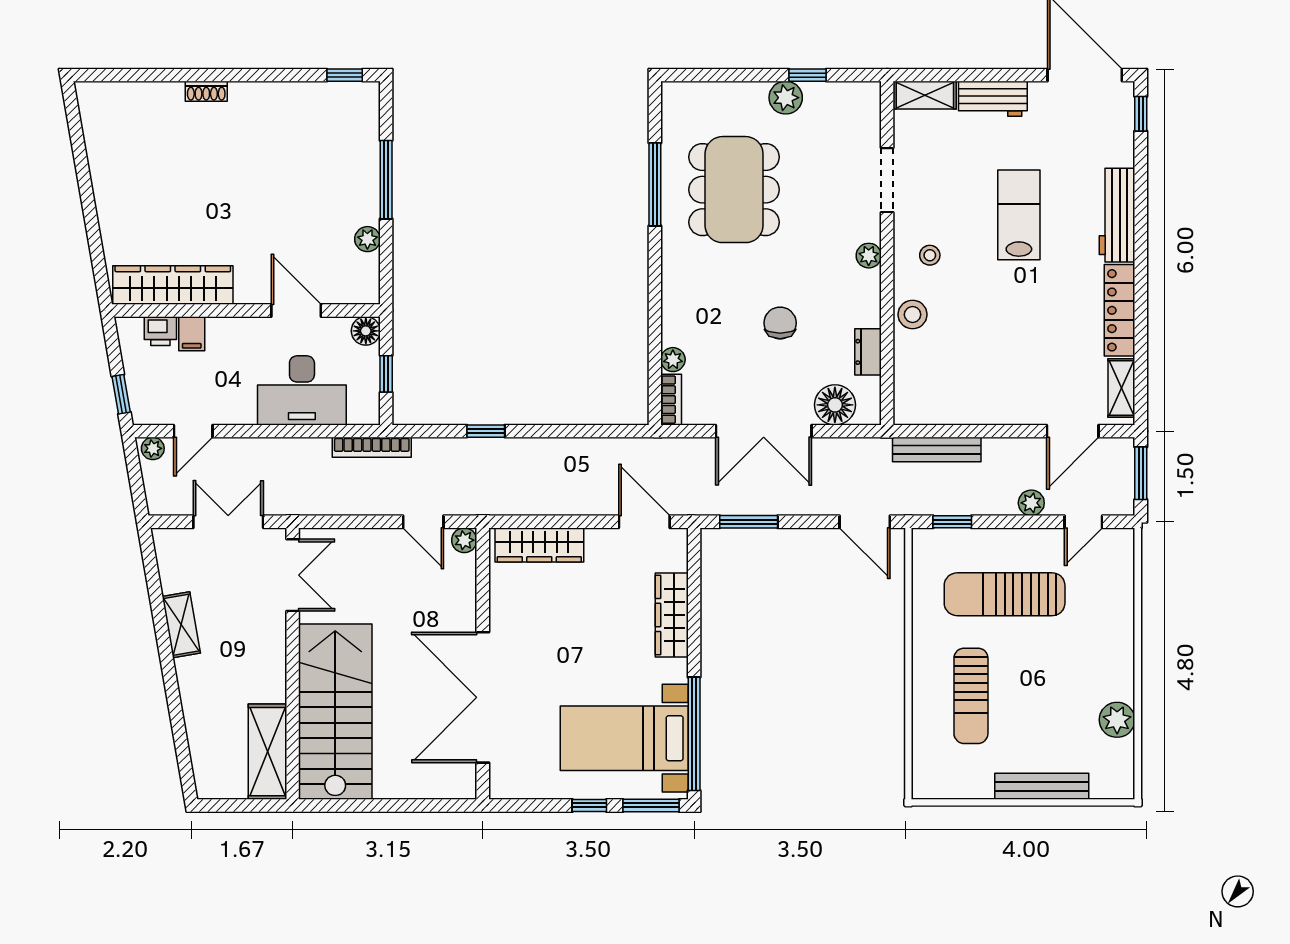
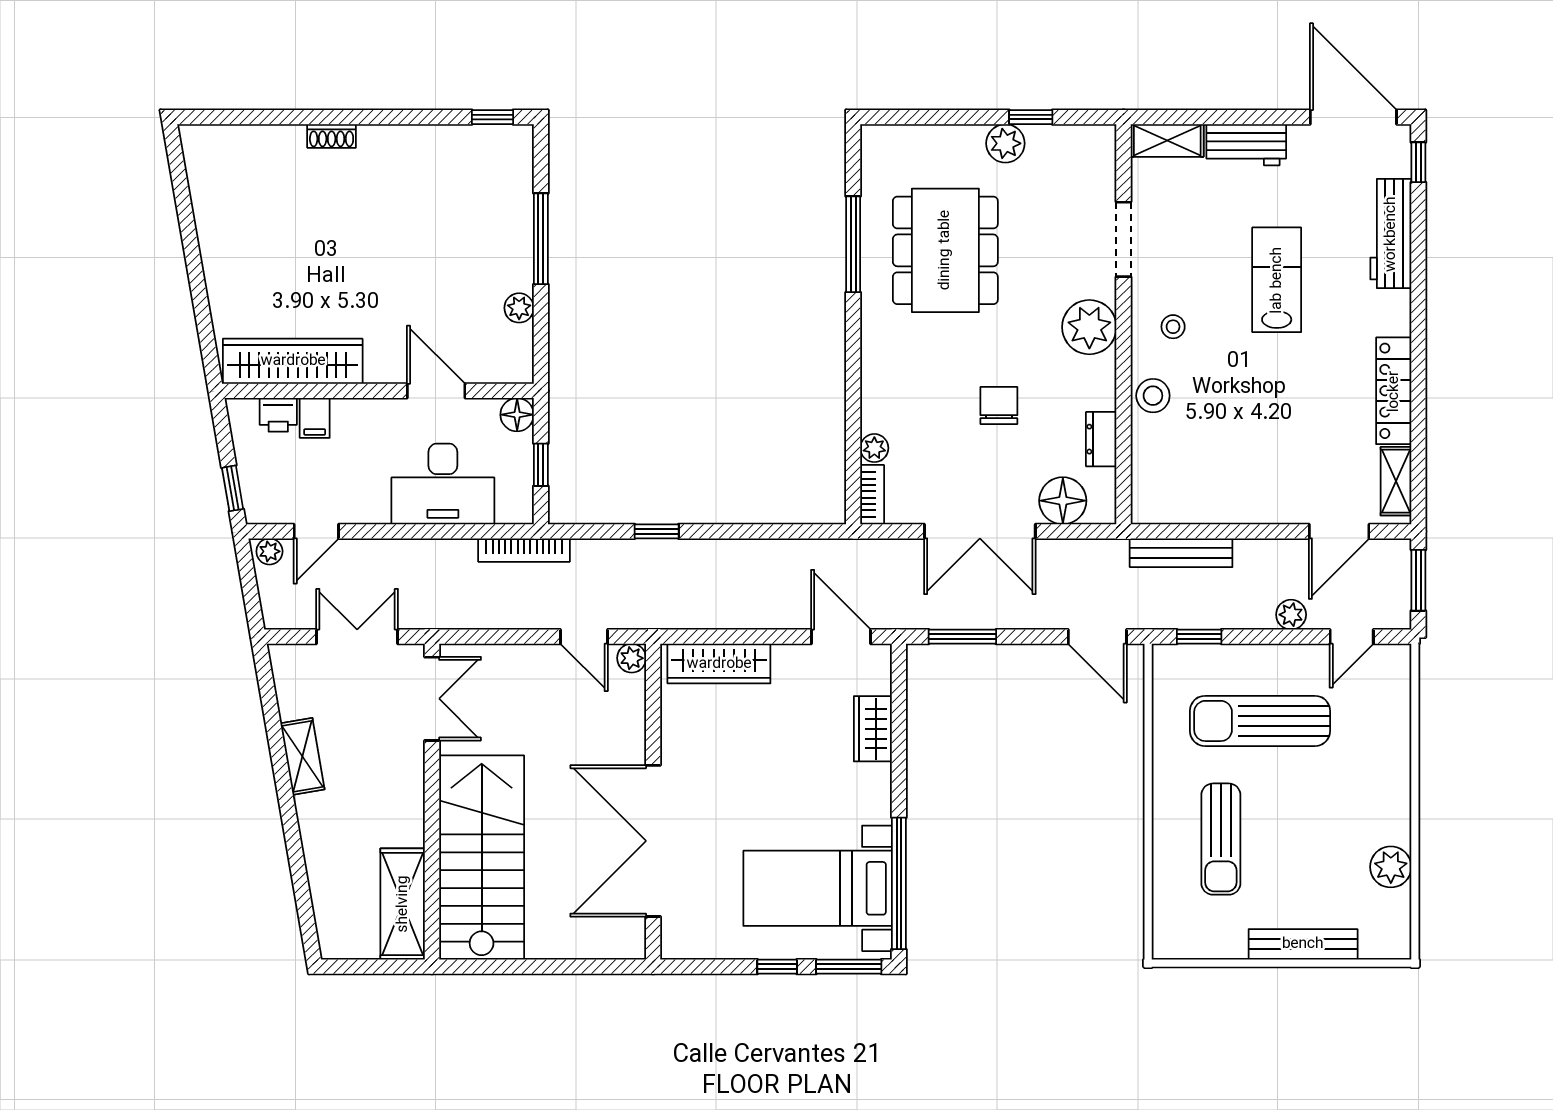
workbench: (1117, 215) -> (1391, 234), moved
plant: (869, 256) -> (1089, 327), width x1.88, depth x1.88
wardrobe: (672, 615) -> (873, 729), width x0.67

